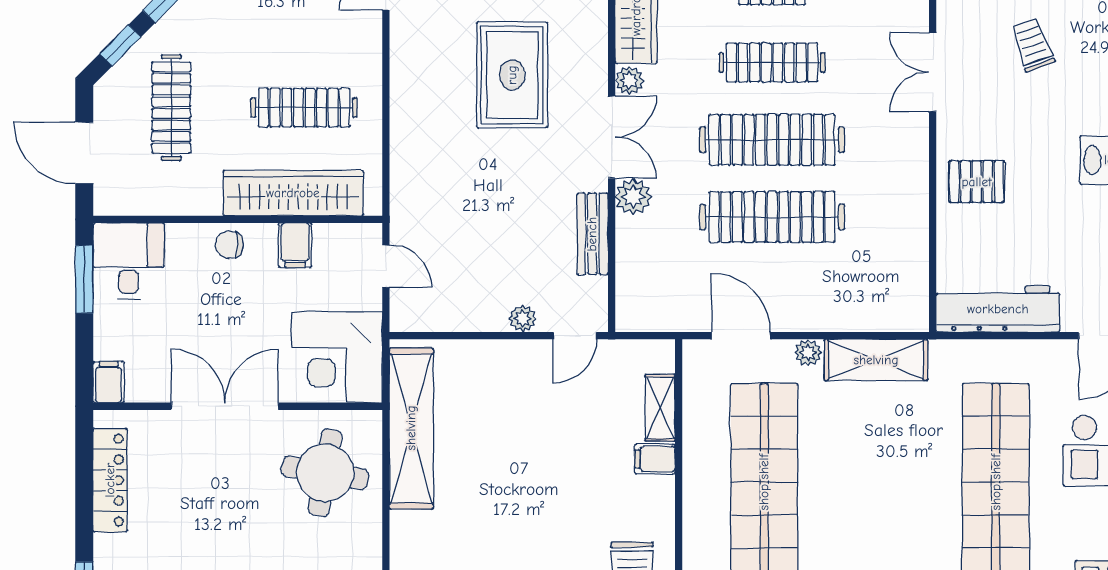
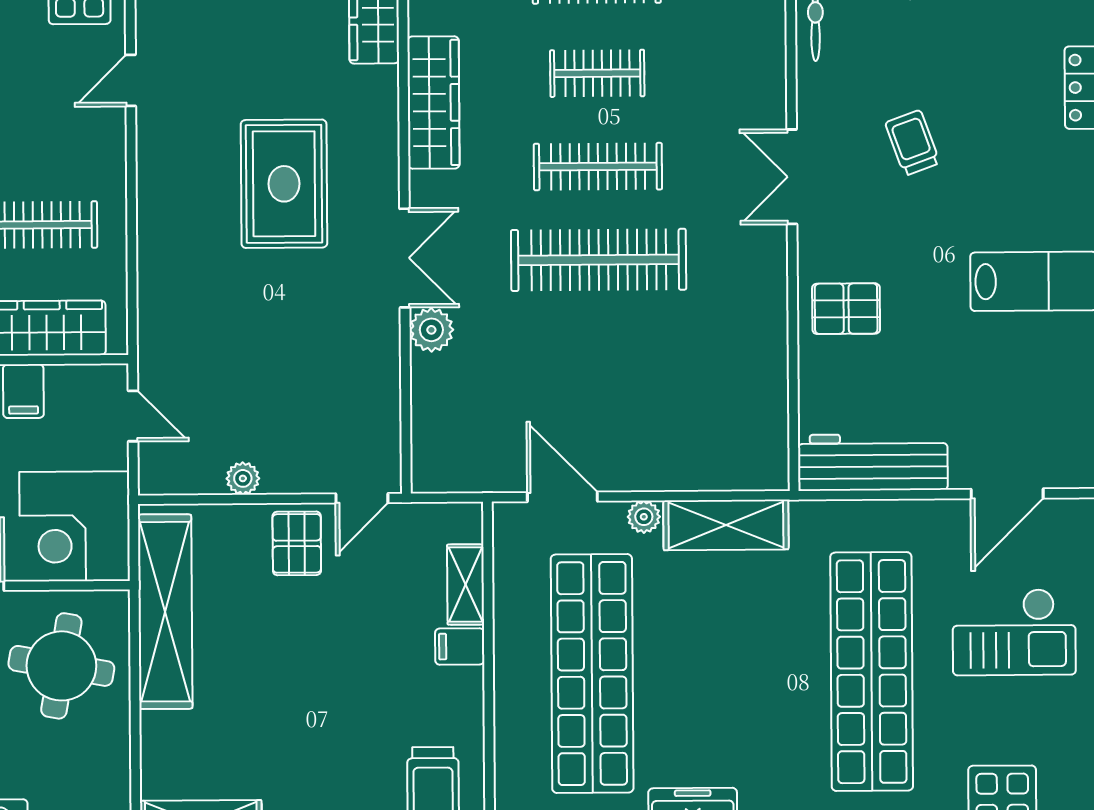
plant: (629, 80) -> (426, 189), removed
clothes rail: (772, 217) -> (599, 353), removed
bench: (592, 234) -> (382, 375), removed
plant: (523, 319) -> (243, 478), moved
pallet: (521, 373) -> (297, 543), added

